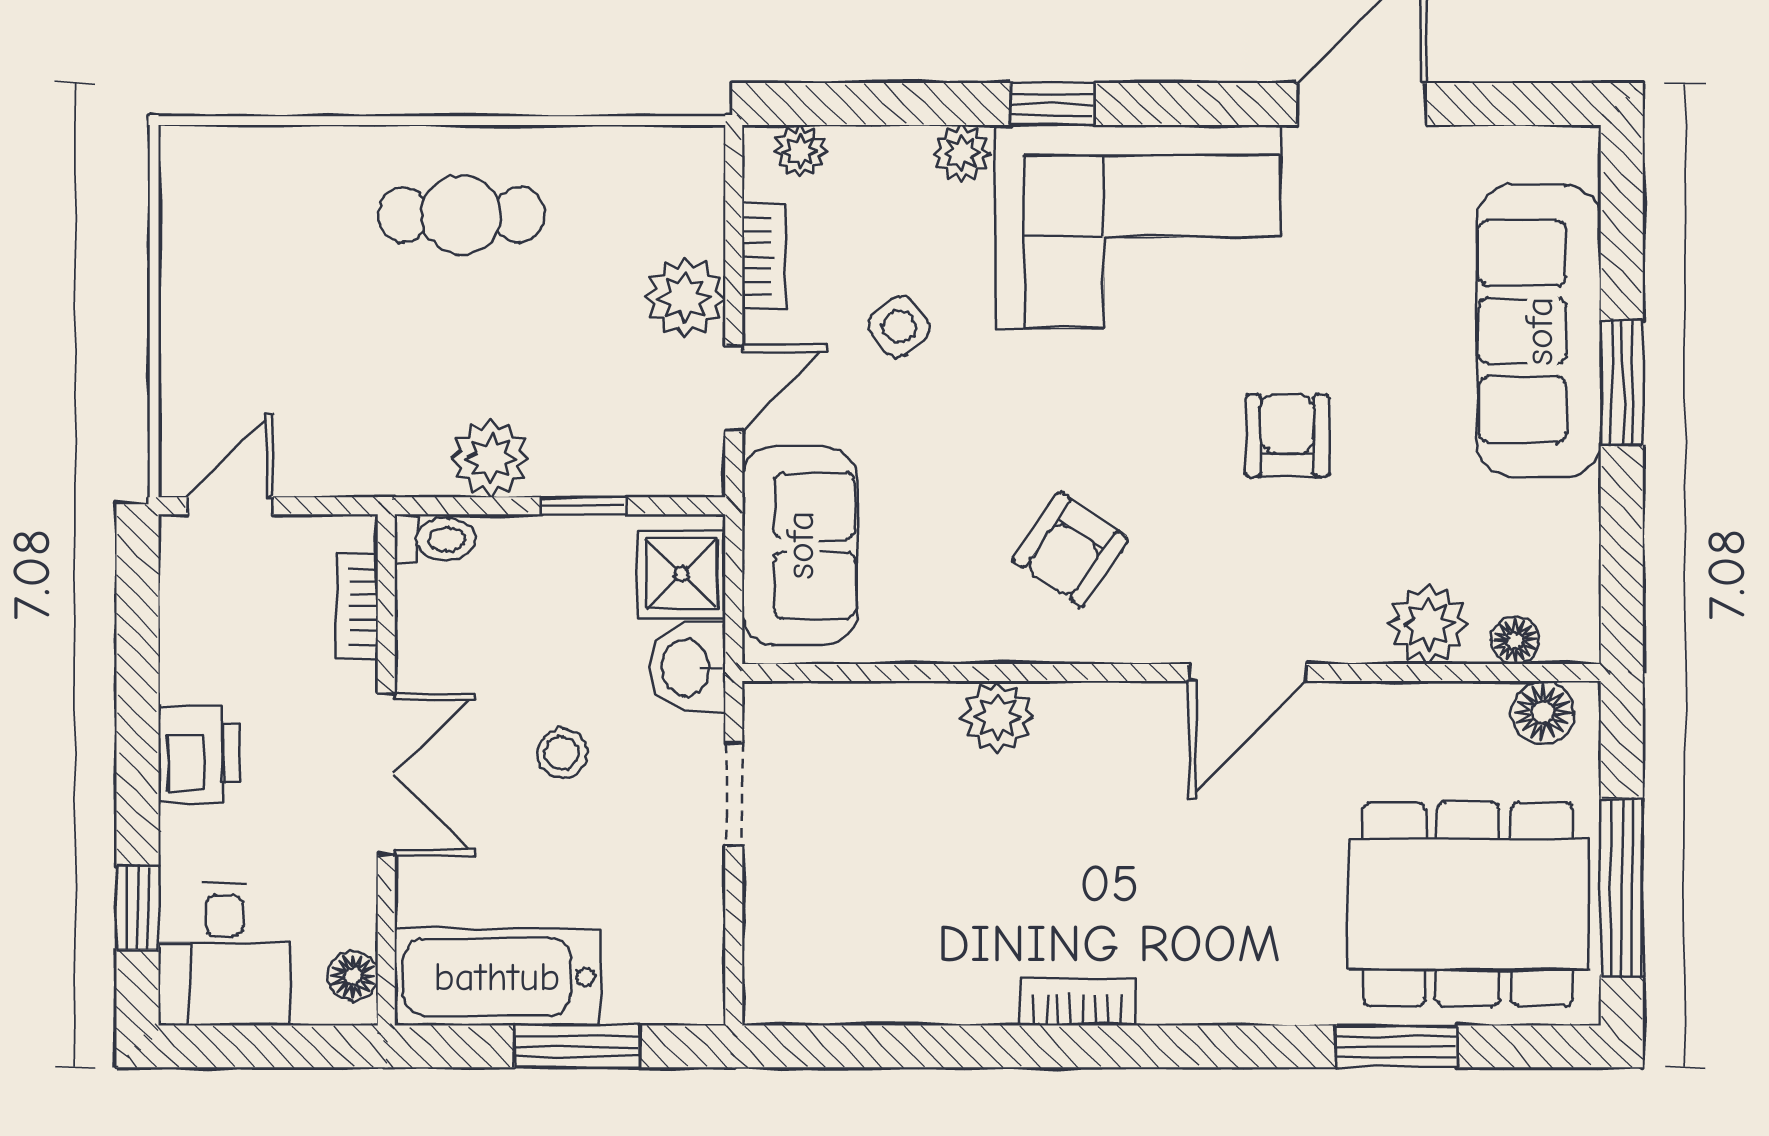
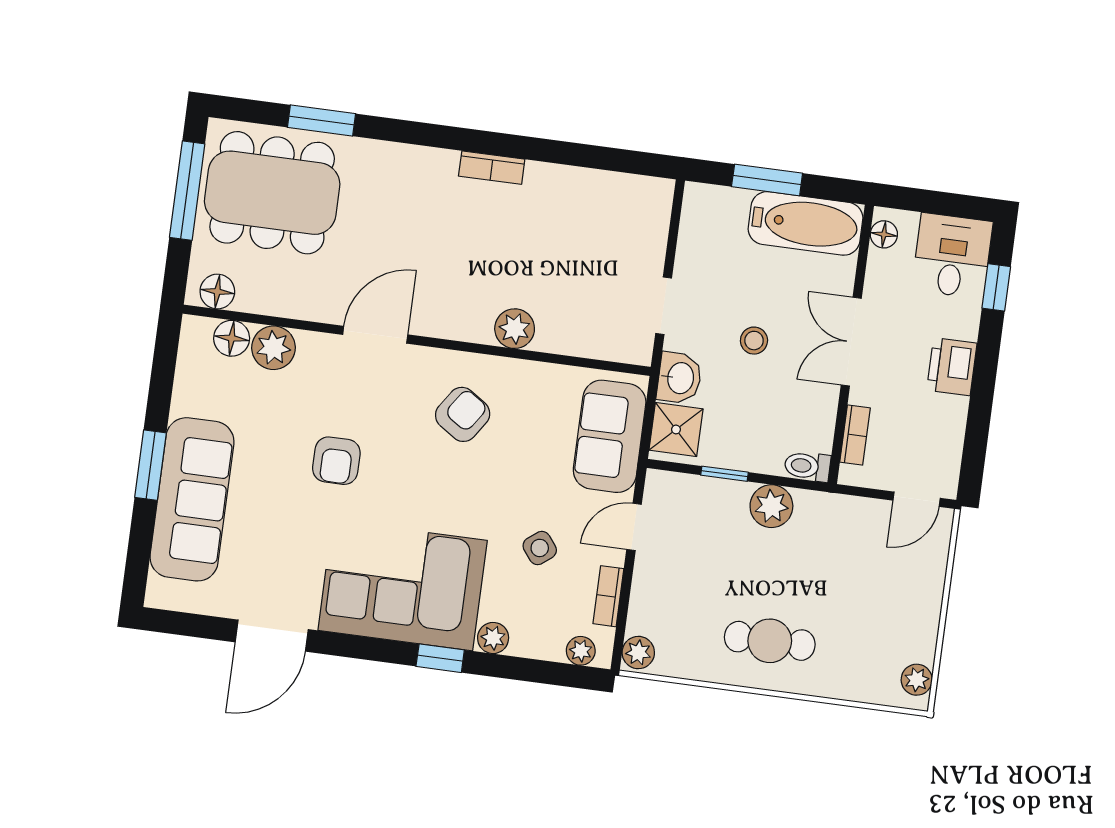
plant: (187, 180) -> (917, 680), added
plant: (685, 297) -> (638, 653), moved, width x0.73, depth x0.73
floor lamp: (1515, 640) -> (232, 338), width x1.37, depth x1.37

